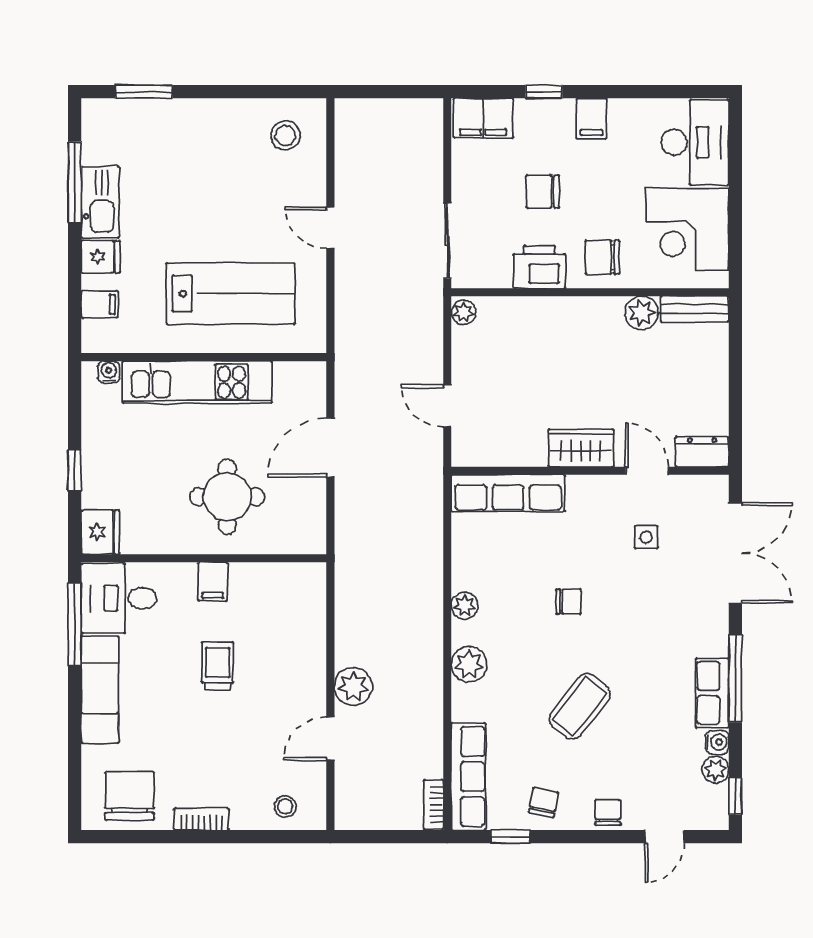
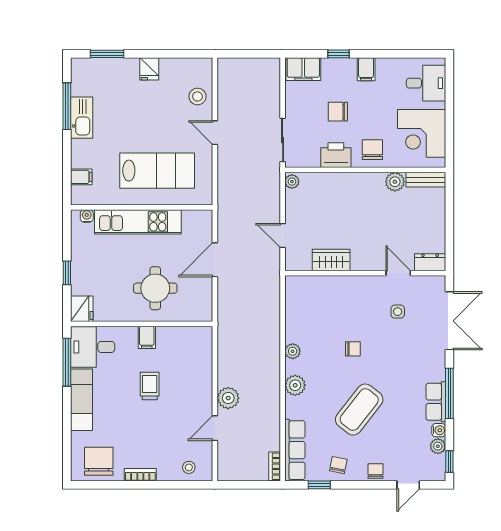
stool: (285, 135) -> (197, 96), moved
desk: (695, 142) -> (426, 83), width x0.73
fridge: (101, 257) -> (149, 69), moved, turned 90
chair: (602, 257) -> (372, 150), turned 90
wardrobe: (581, 448) -> (331, 260), moved
row of seats: (508, 493) -> (318, 286), removed
coffee table: (580, 706) -> (359, 410), width x1.36, depth x1.32

